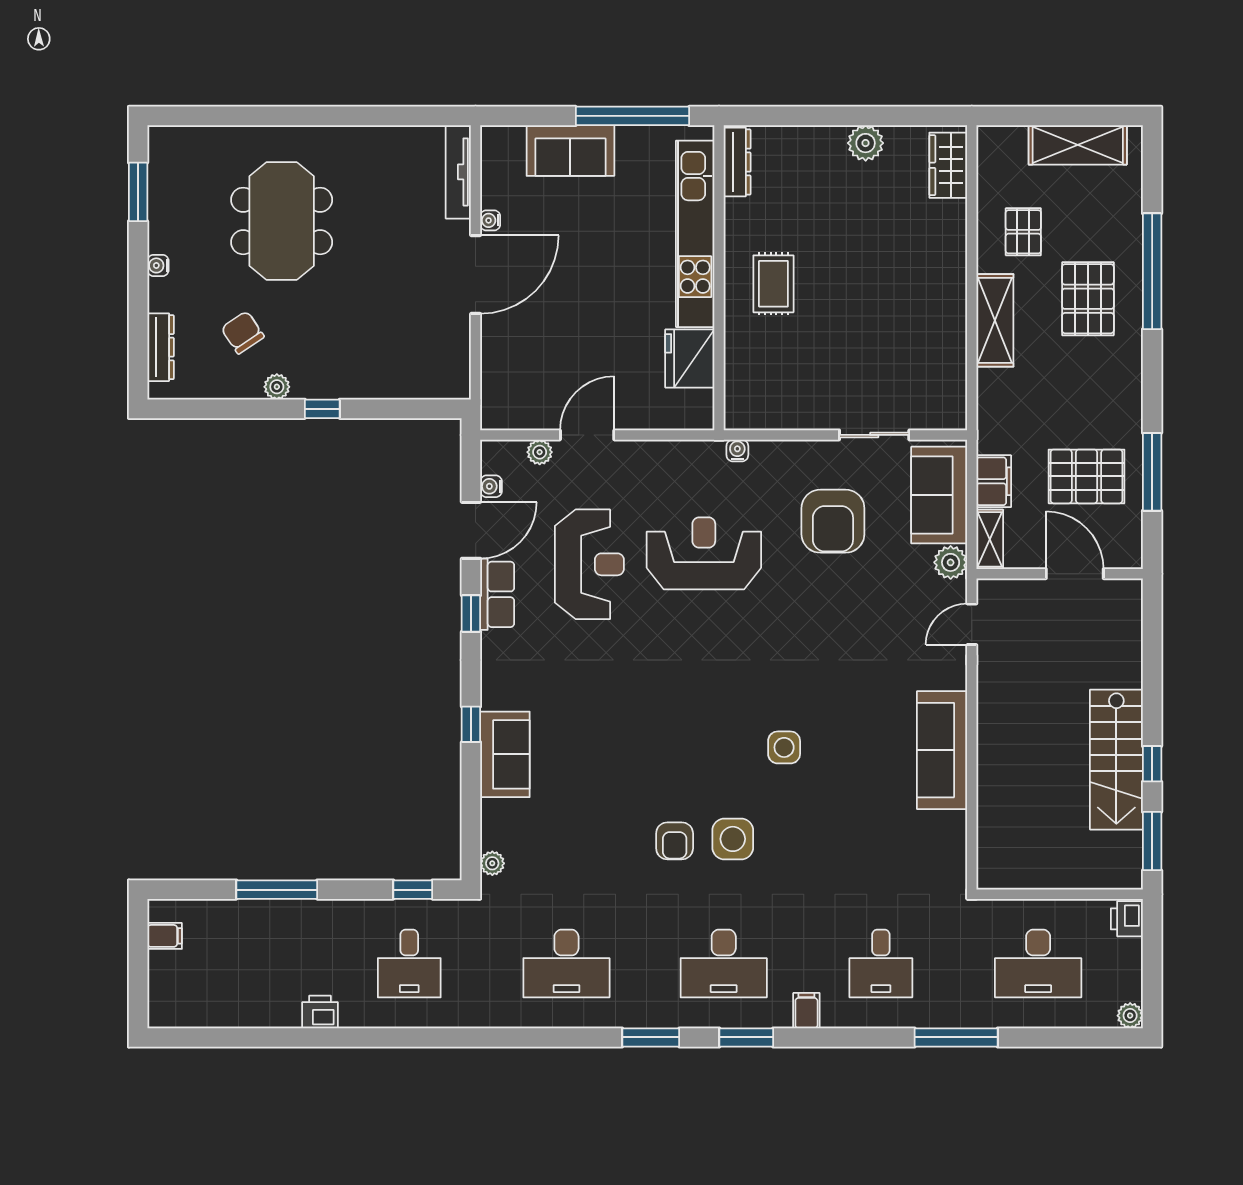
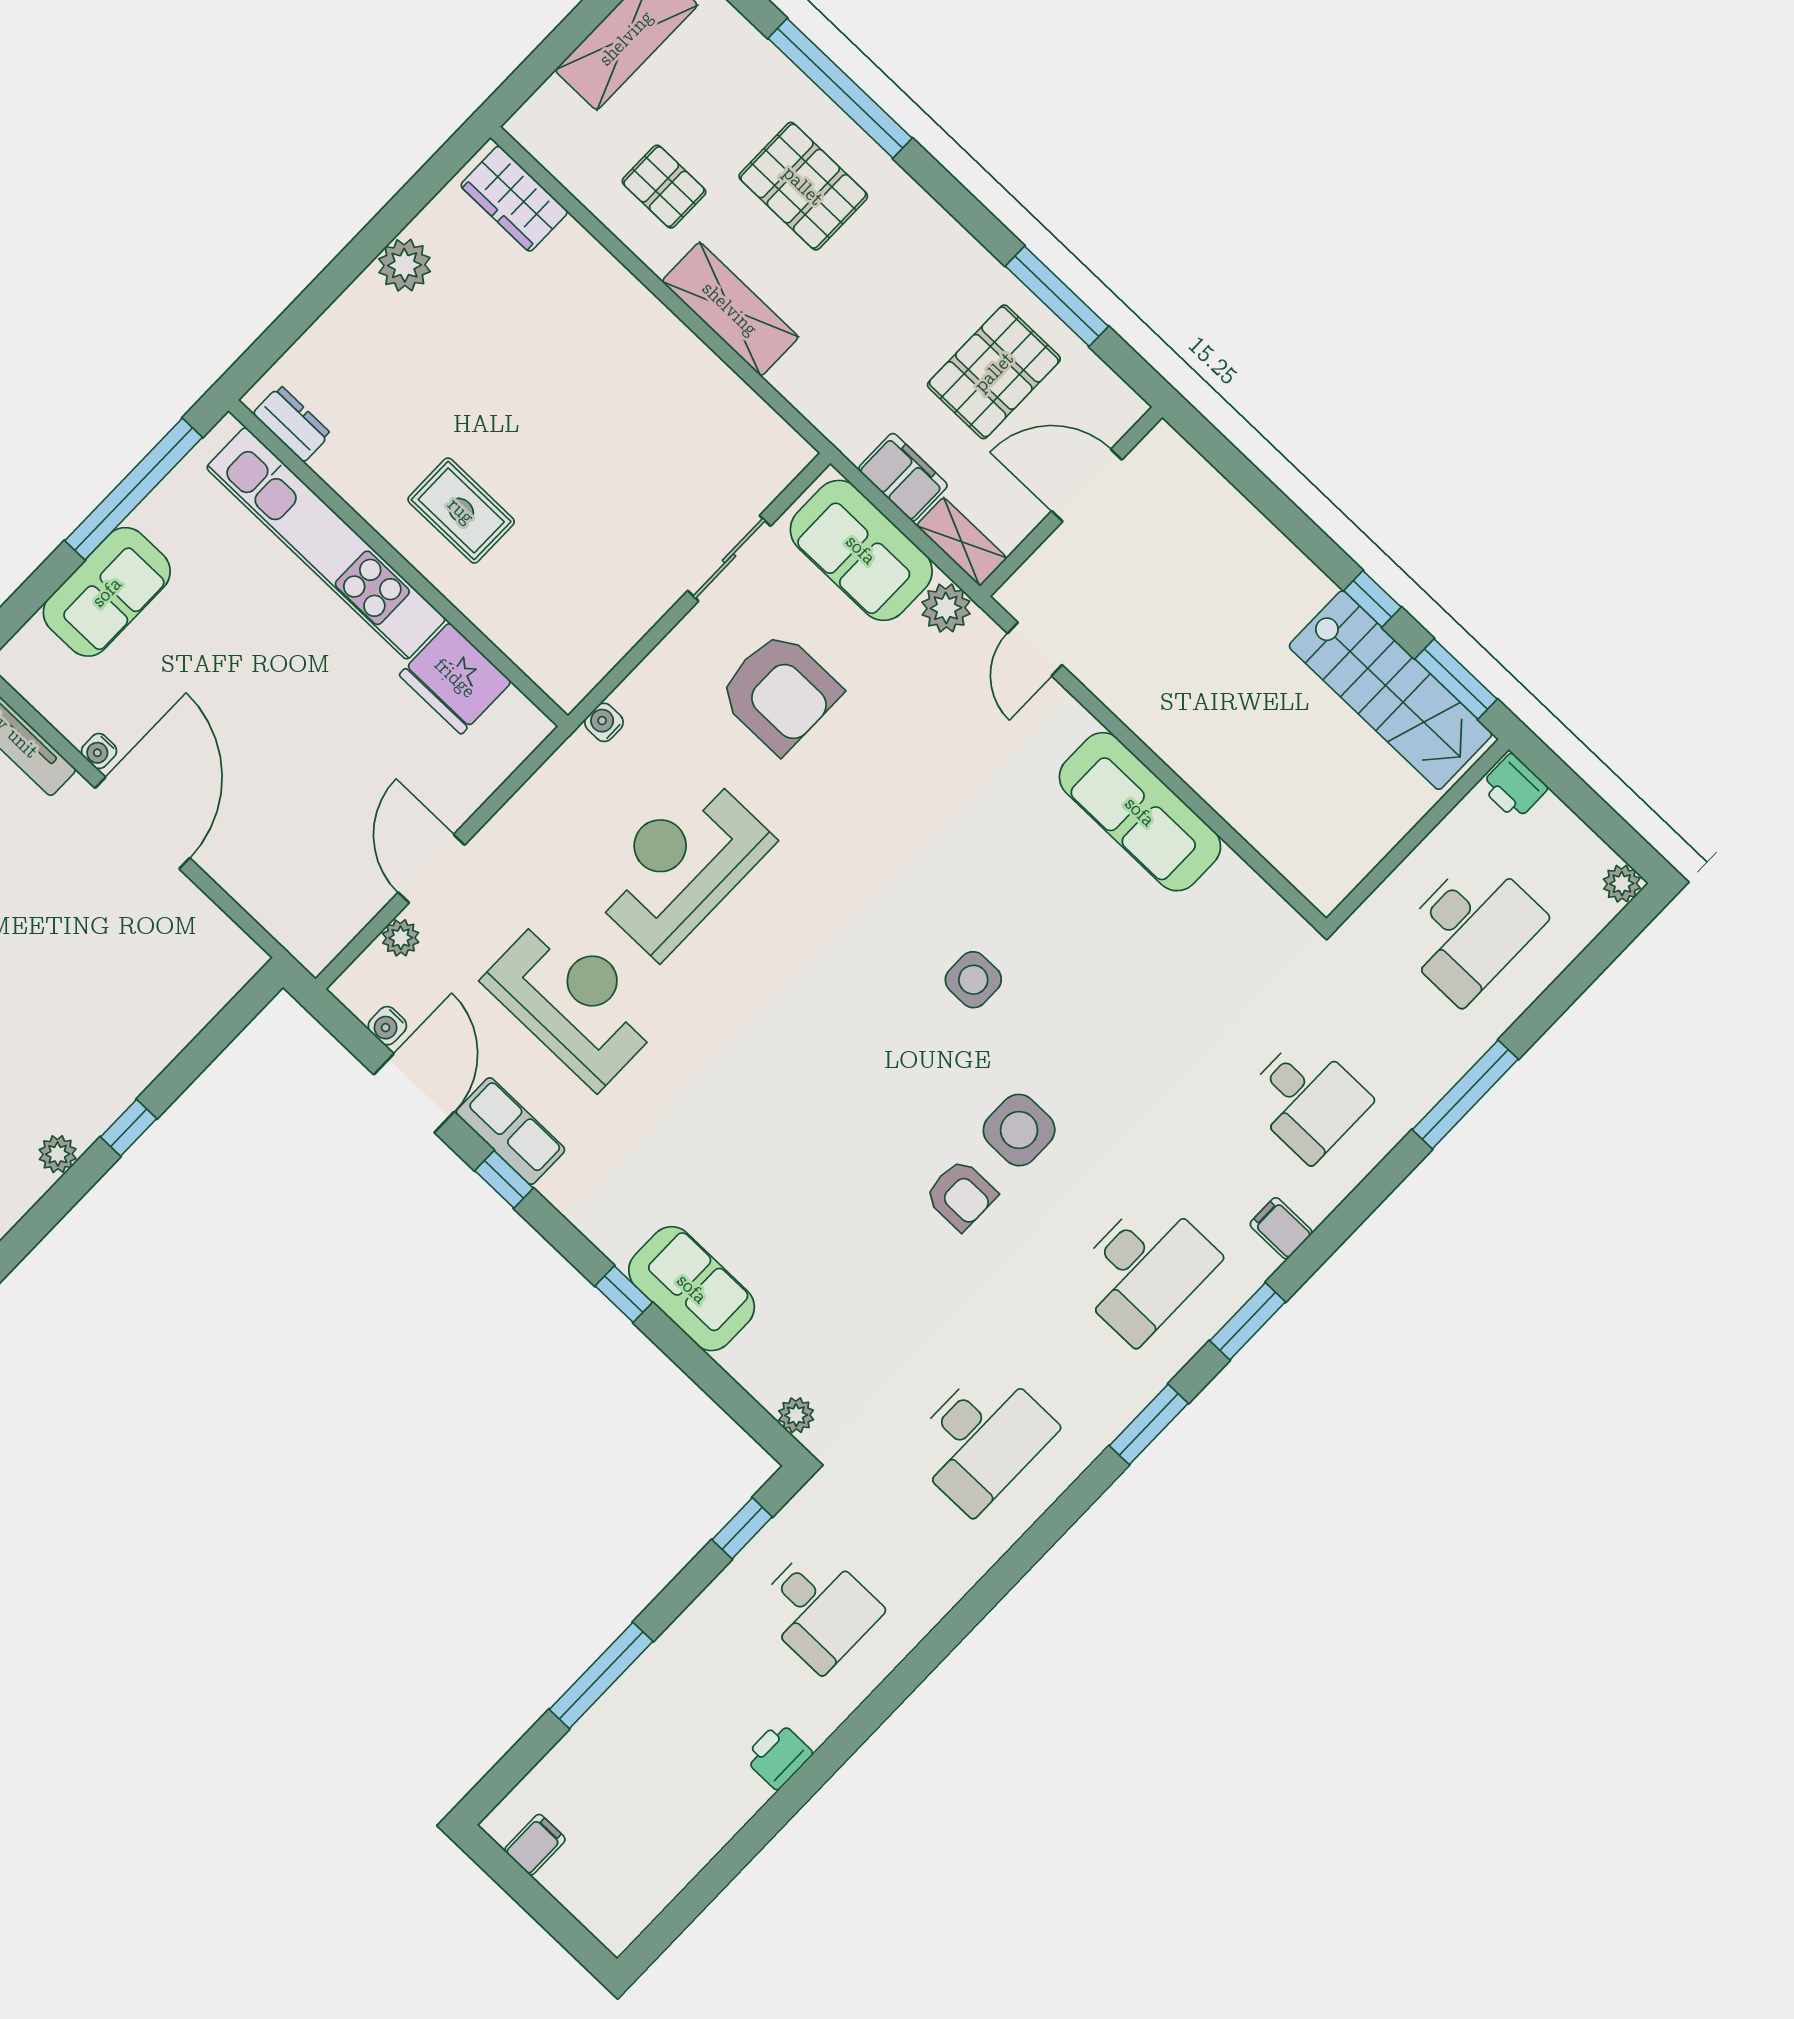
dresser: (737, 162) -> (292, 424), width x0.70
stairs: (1116, 760) -> (1390, 690), moved

